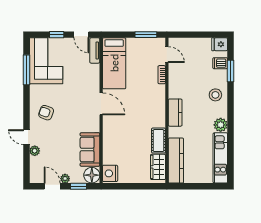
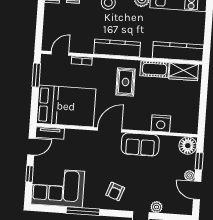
bed: (114, 63) -> (66, 106), width x1.50
window: (27, 70) -> (83, 211), moved
kitchen counter: (175, 113) -> (117, 48), width x1.50
rug: (145, 115) -> (126, 82), added
sofa: (90, 149) -> (140, 144), moved
nightstand: (110, 173) -> (161, 123), moved
door: (52, 186) -> (197, 190), hinge flipped

